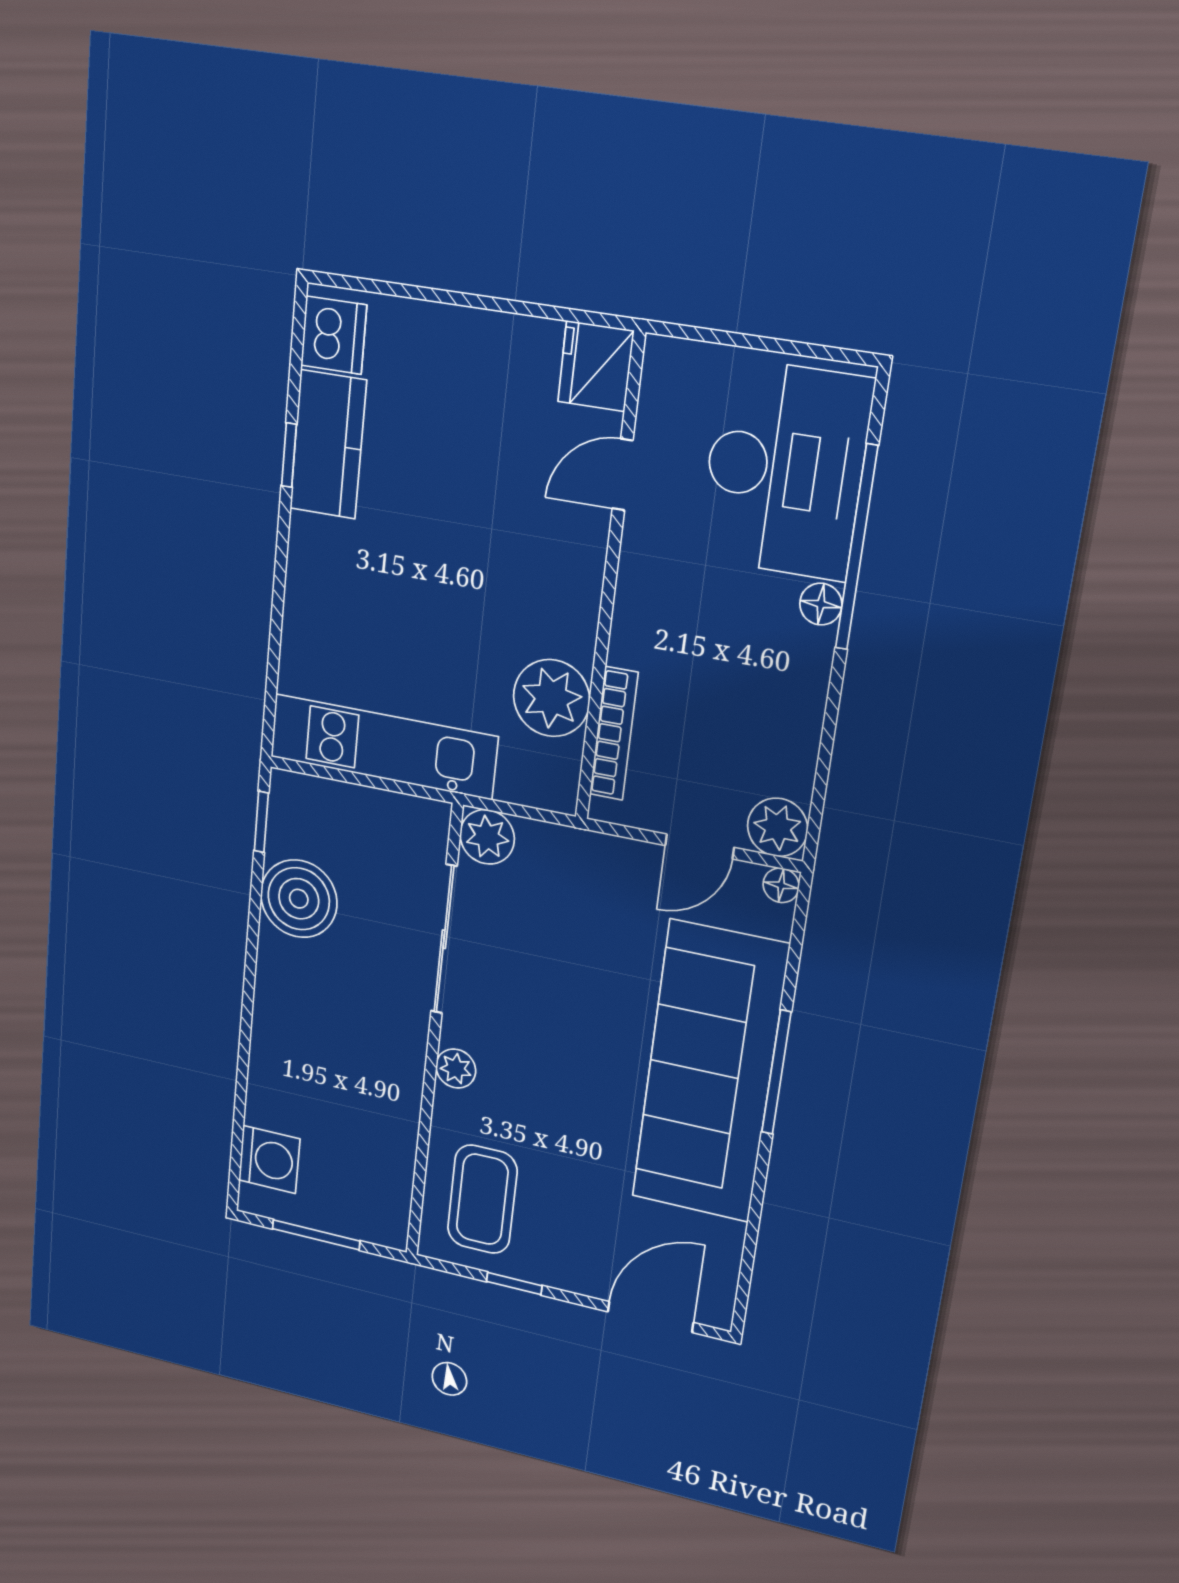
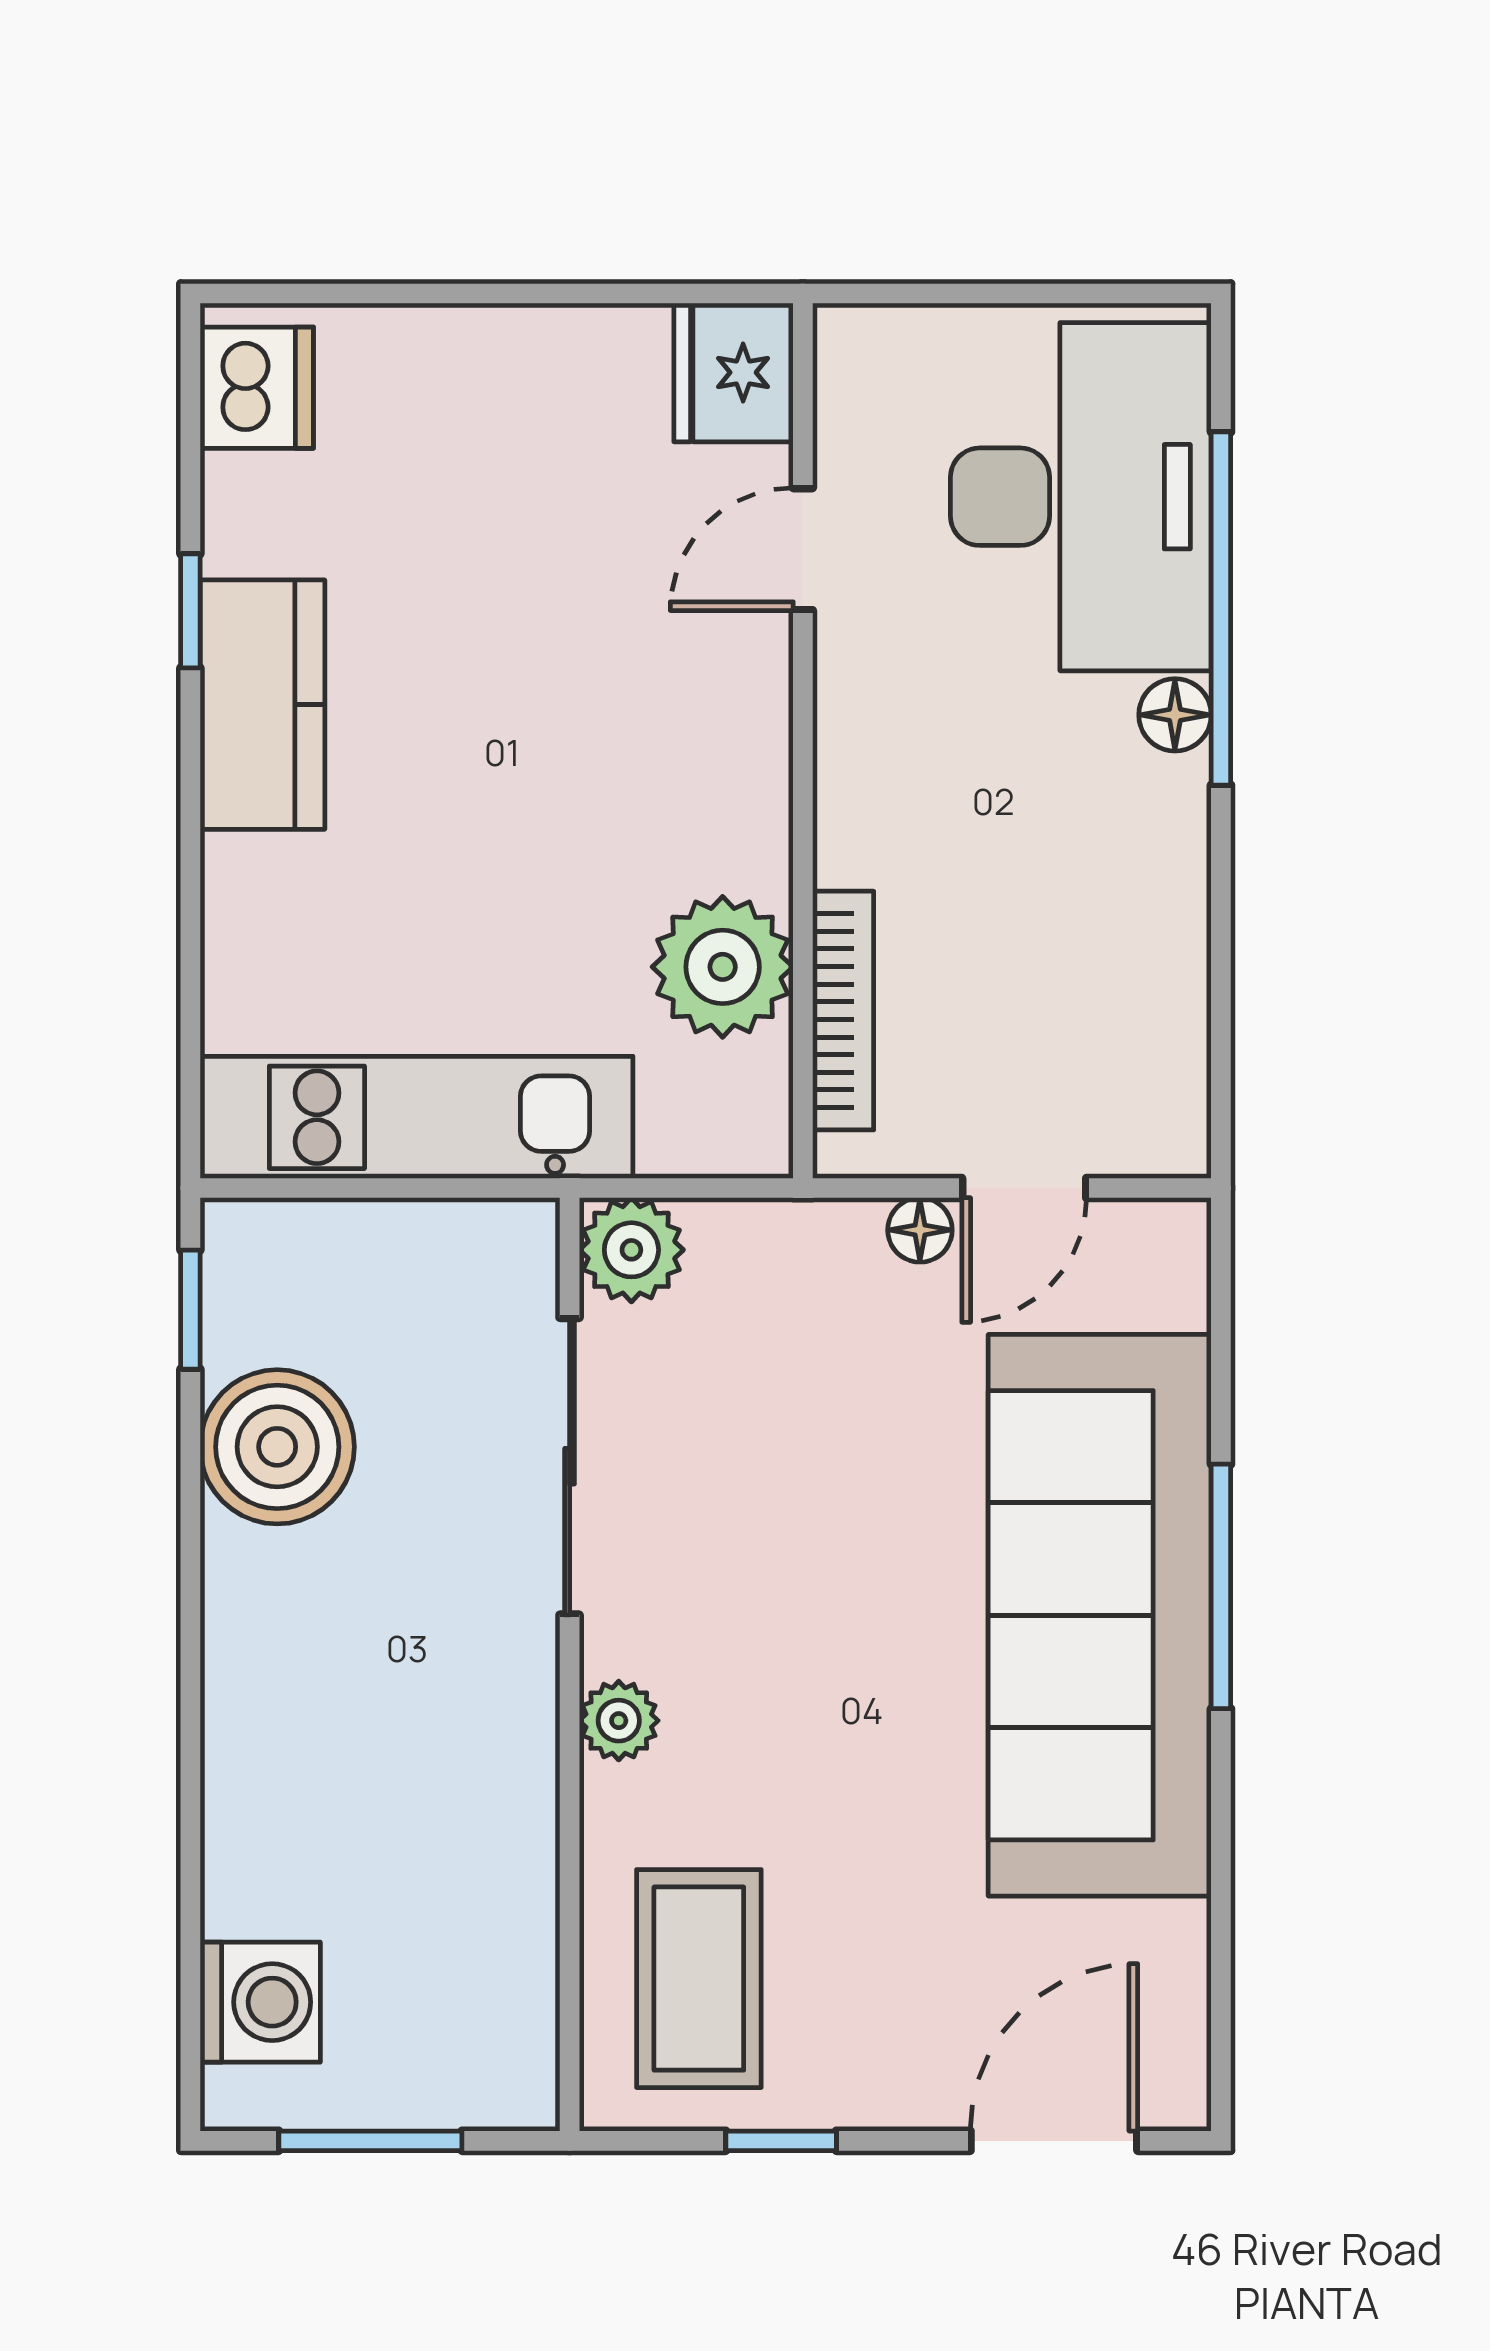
kitchen counter: (328, 445) -> (262, 705), moved
plant: (778, 827) -> (1158, 1125), removed
floor lamp: (781, 885) -> (920, 1230), moved

